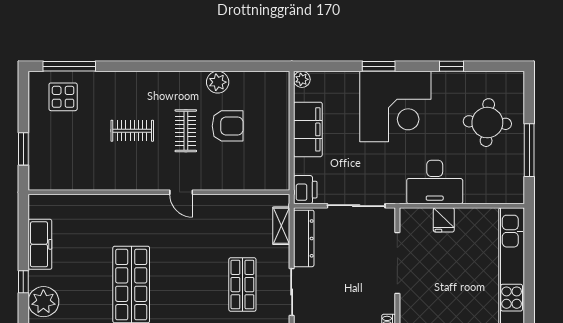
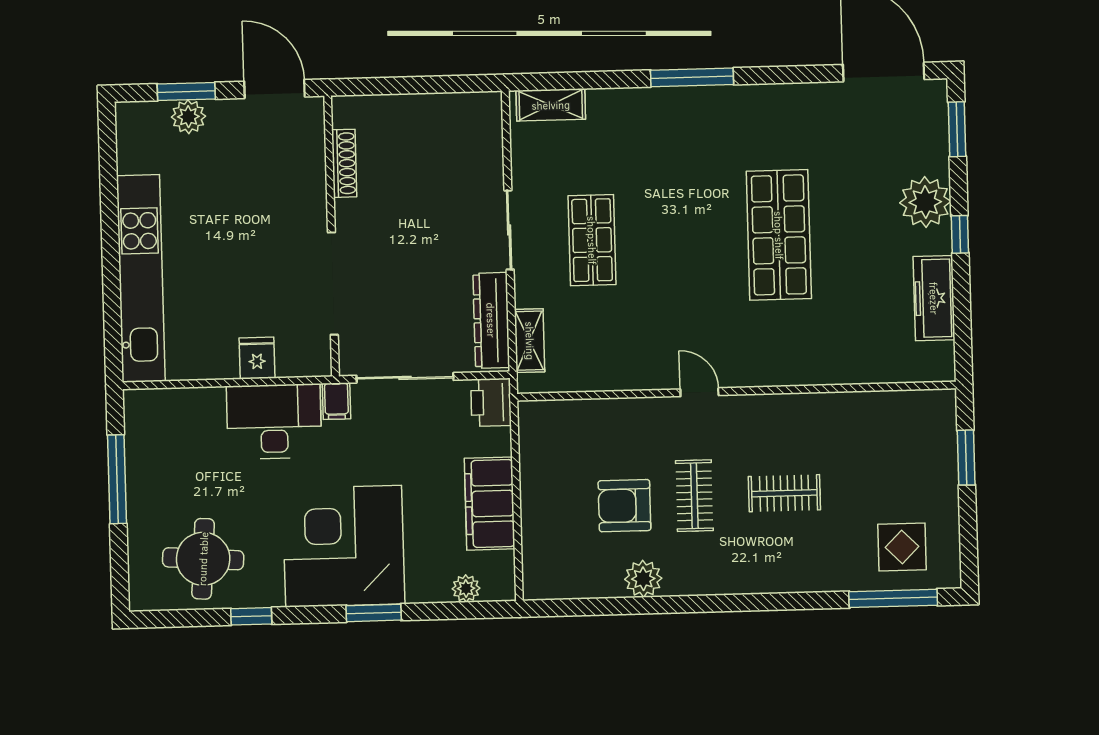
plant: (302, 79) -> (466, 588), moved
round table: (487, 123) -> (203, 559), moved
filing cabinet: (397, 193) -> (336, 401), added

